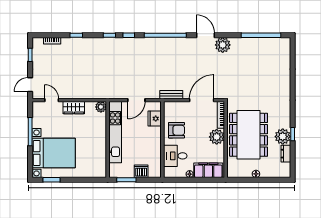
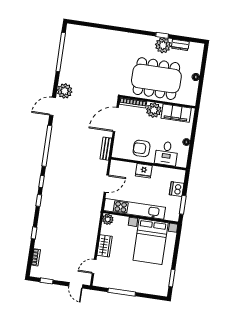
door: (136, 100) -> (106, 184), hinge flipped
door: (202, 100) -> (116, 120), hinge flipped
fridge: (155, 119) -> (144, 171), moved
armchair: (177, 130) -> (142, 148), turned -90
bed with nightstands: (54, 153) -> (151, 242), moved, turned 180
filing cabinet: (208, 170) -> (176, 113), moved, turned -90

